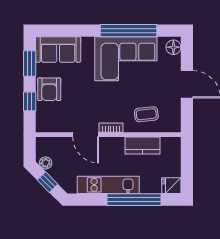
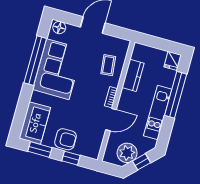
plant: (46, 163) -> (127, 153), width x1.88, depth x1.88

